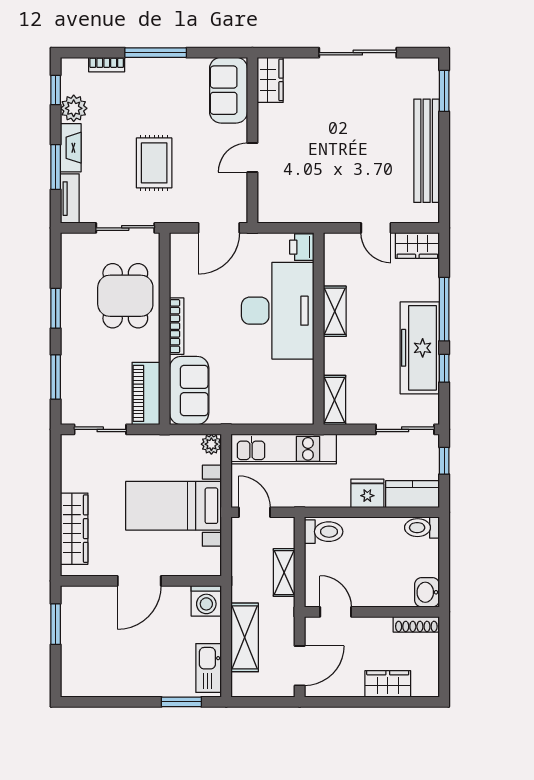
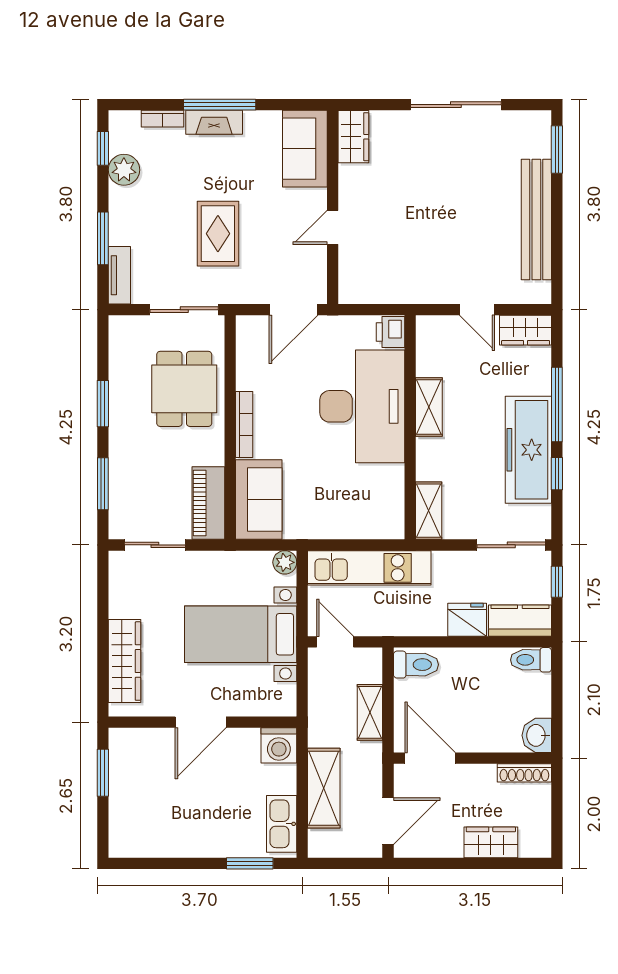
fireplace: (71, 148) -> (214, 122), moved, turned 90
door: (336, 612) -> (430, 758), width x1.38

